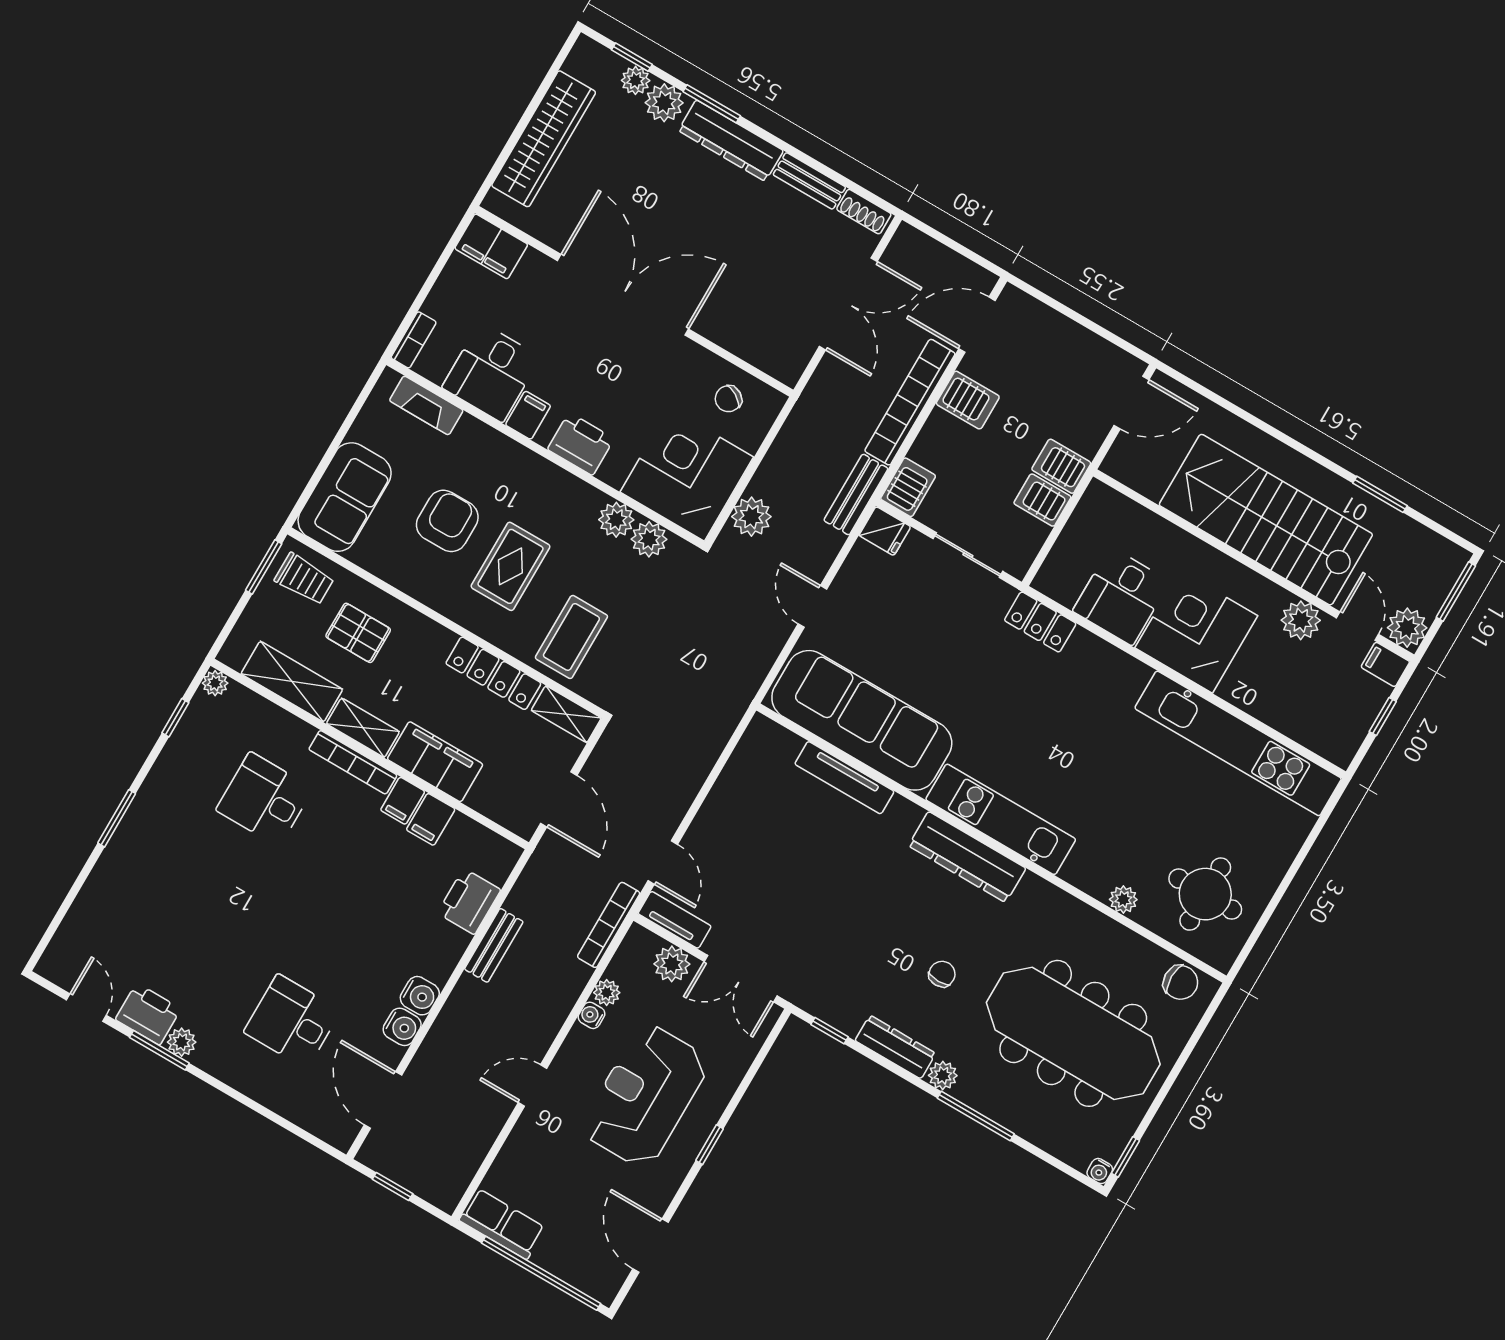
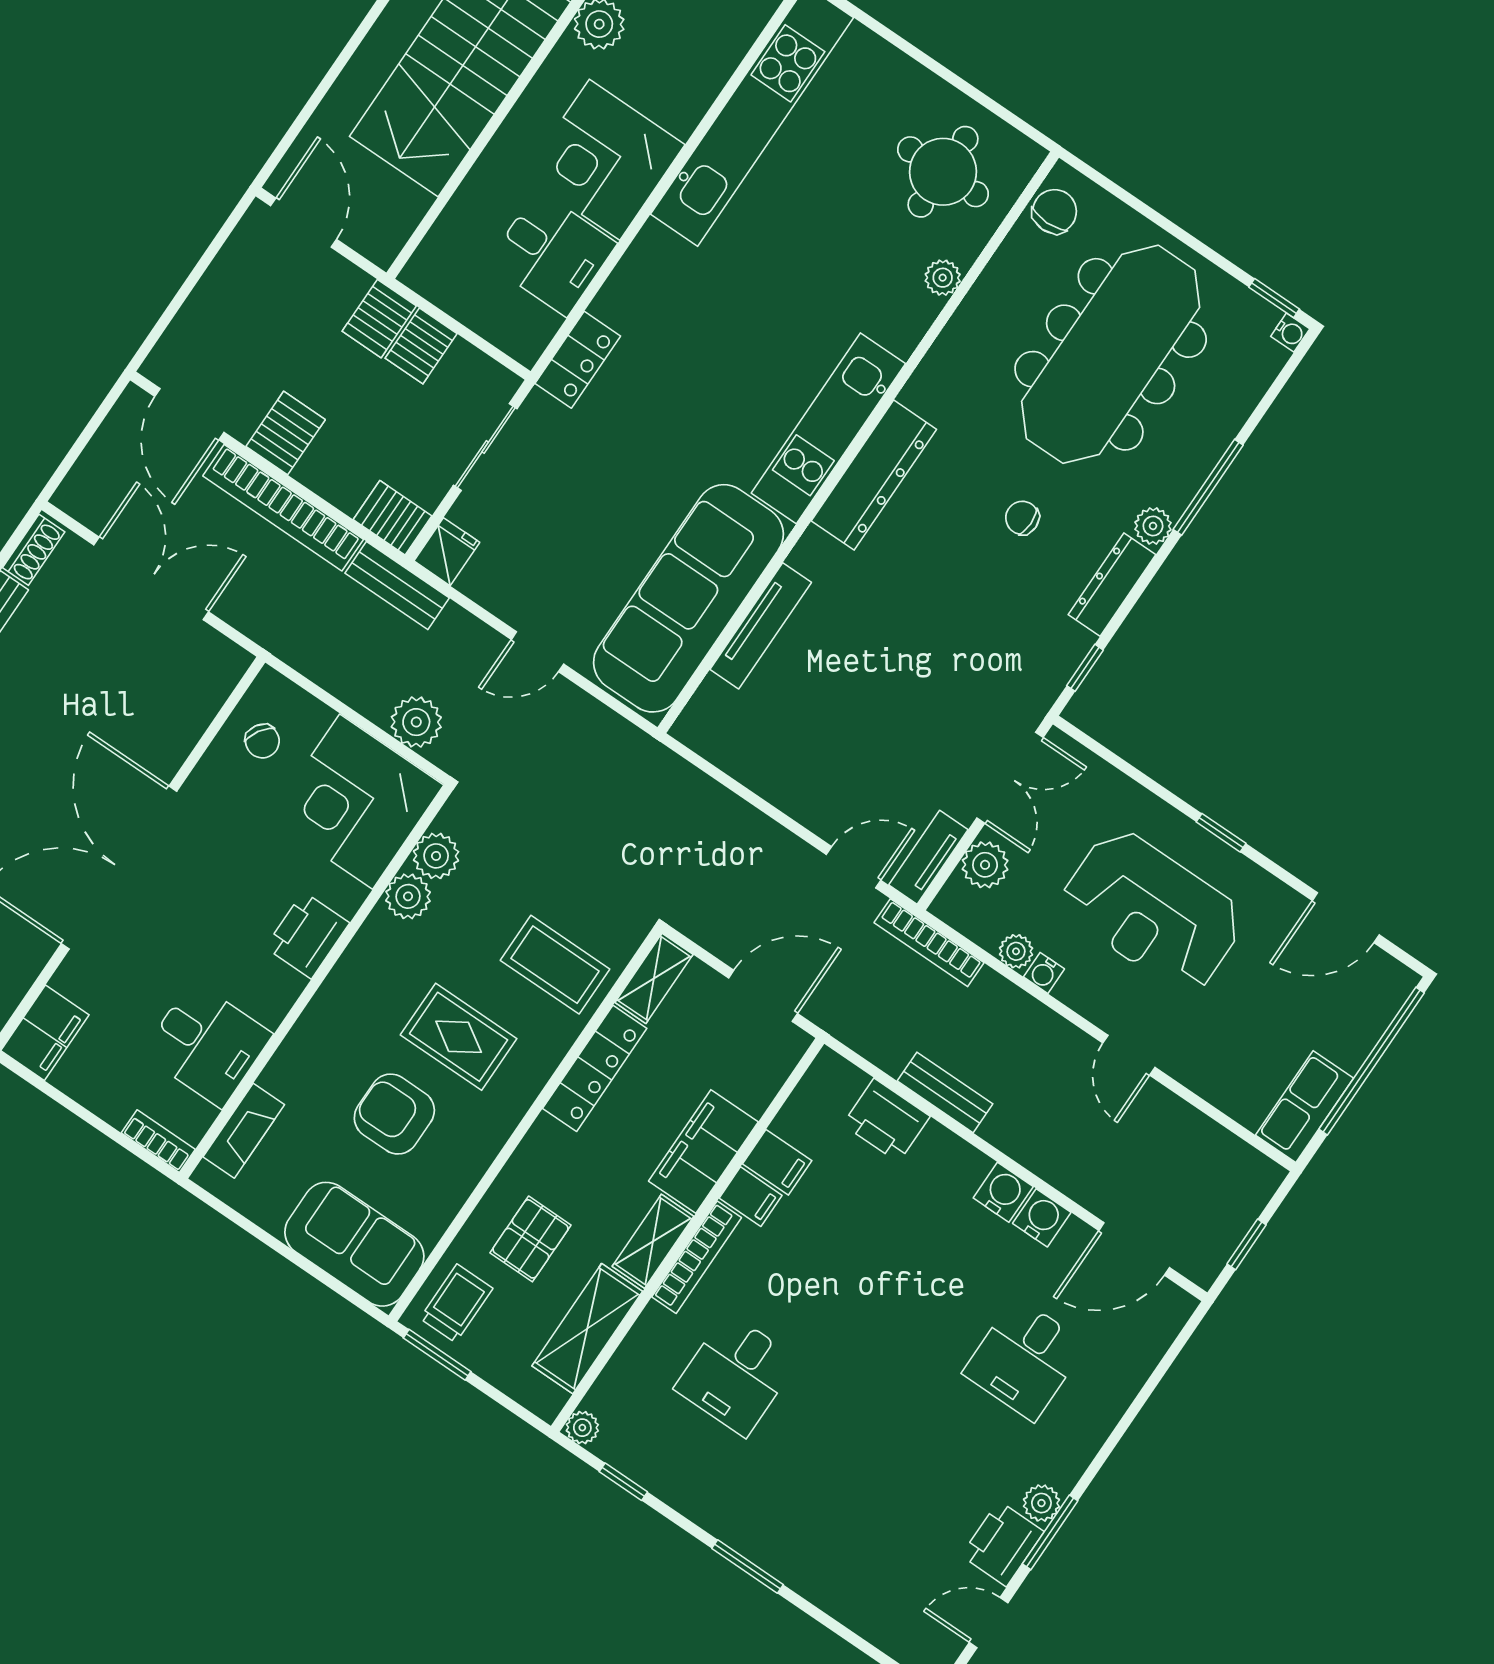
filing cabinet: (528, 415) -> (266, 1001), removed

